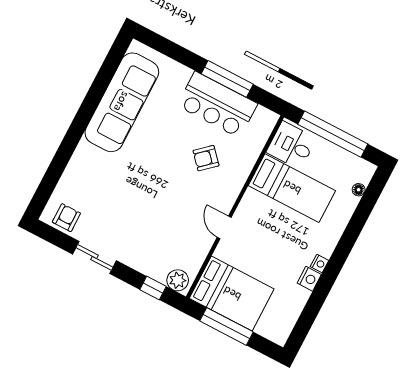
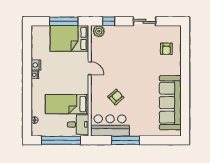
bar counter: (217, 105) -> (110, 126), moved
armchair: (66, 218) -> (166, 49), moved

